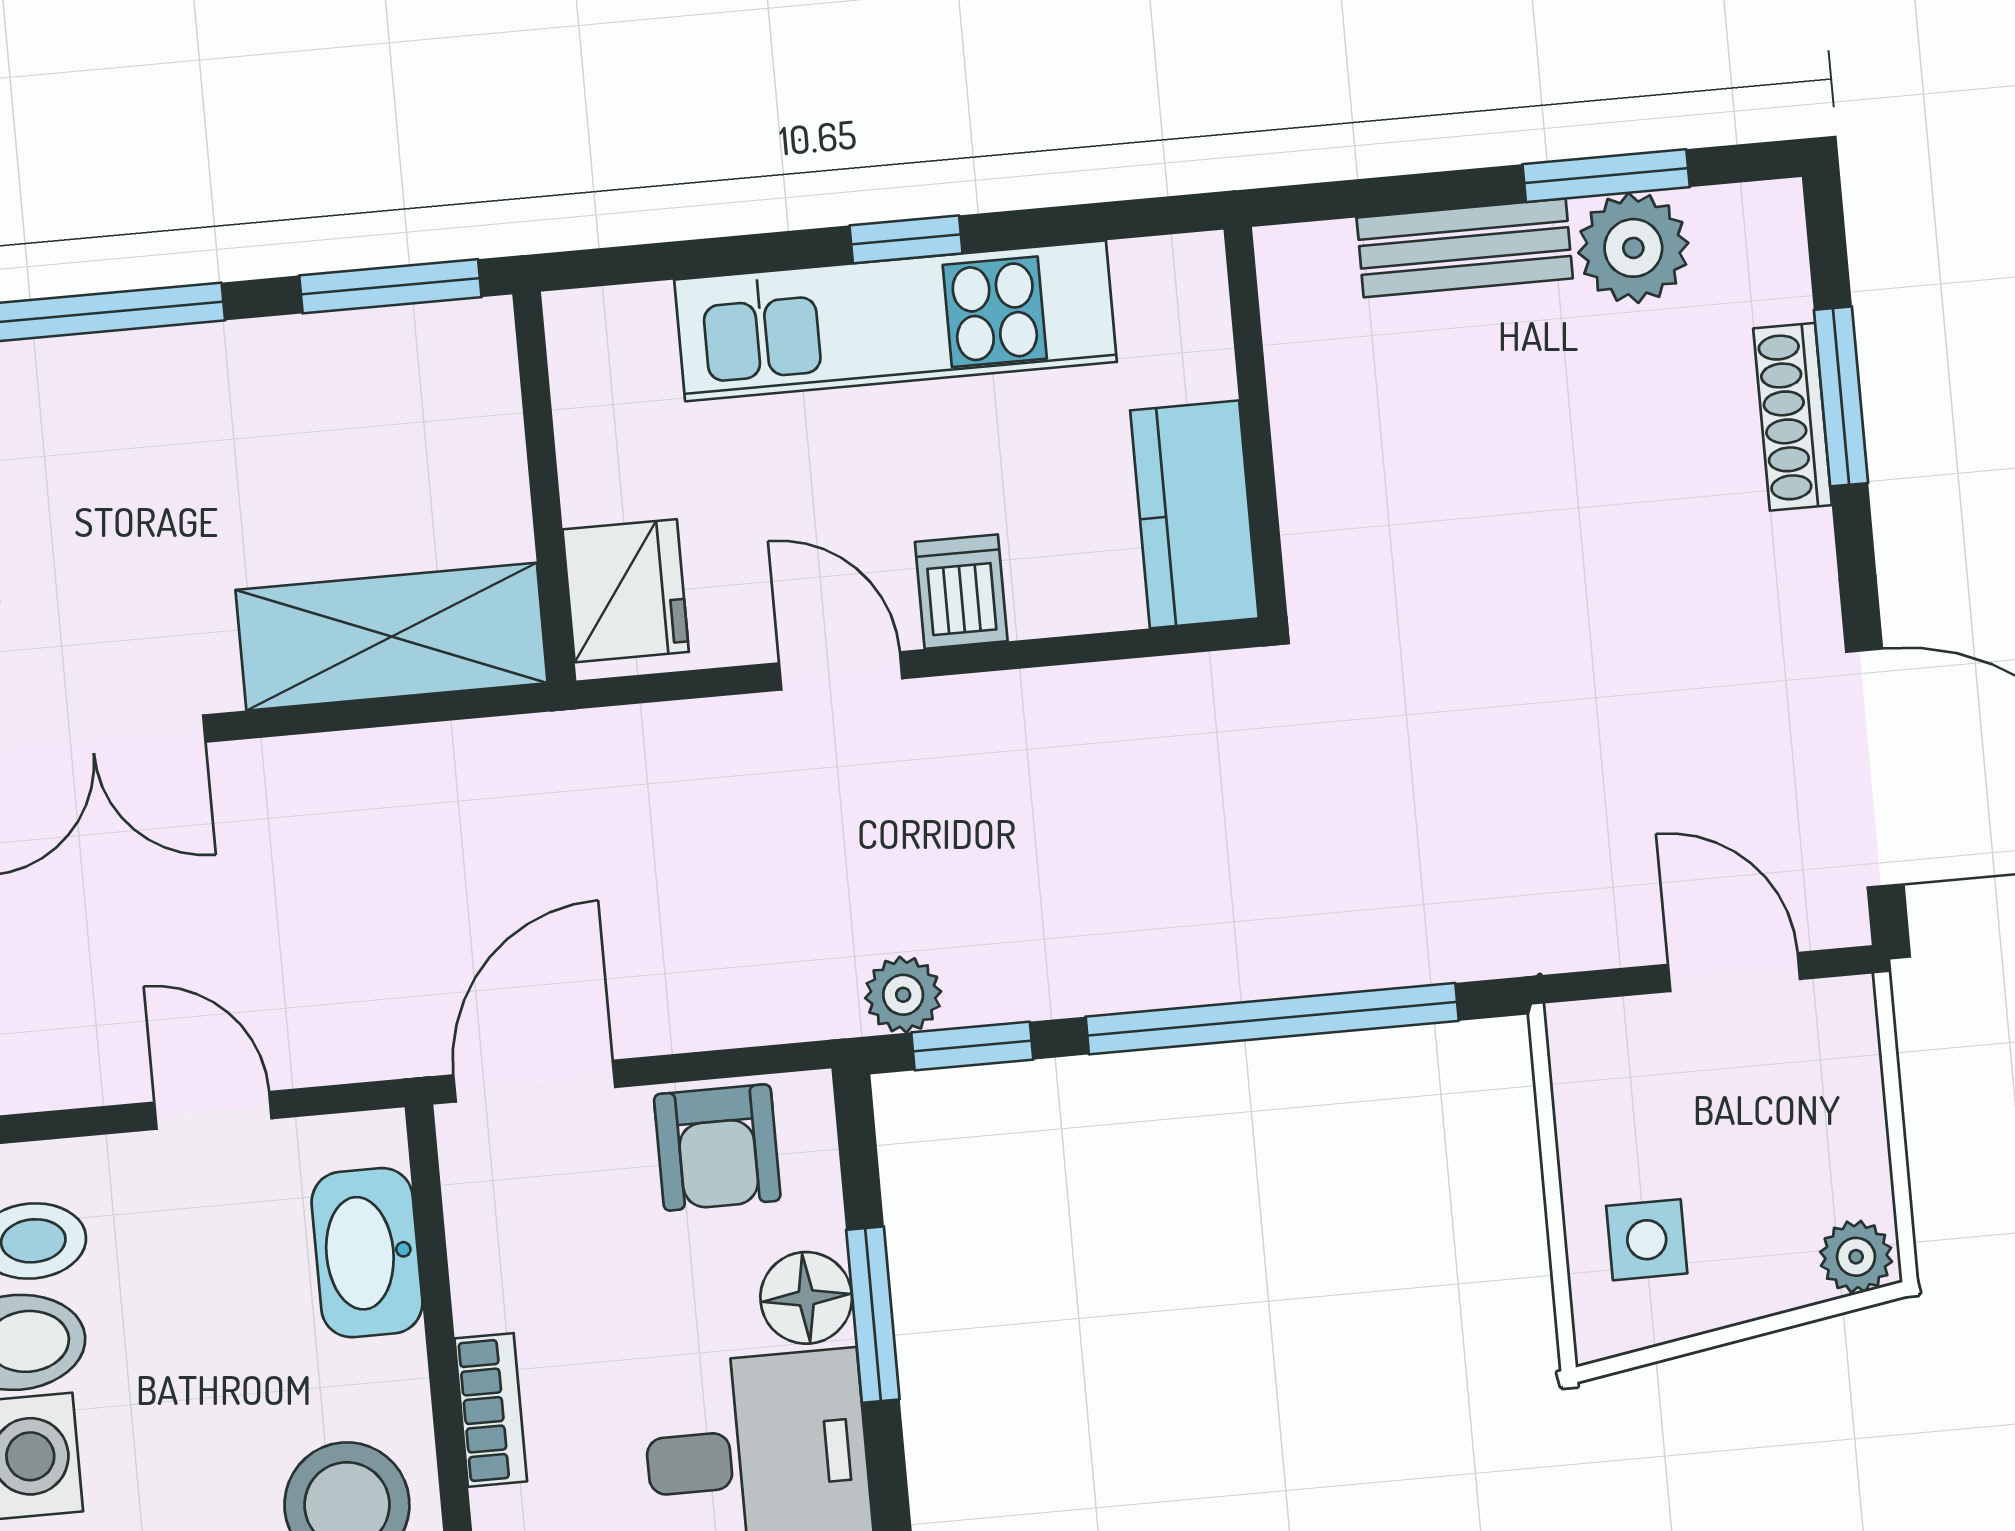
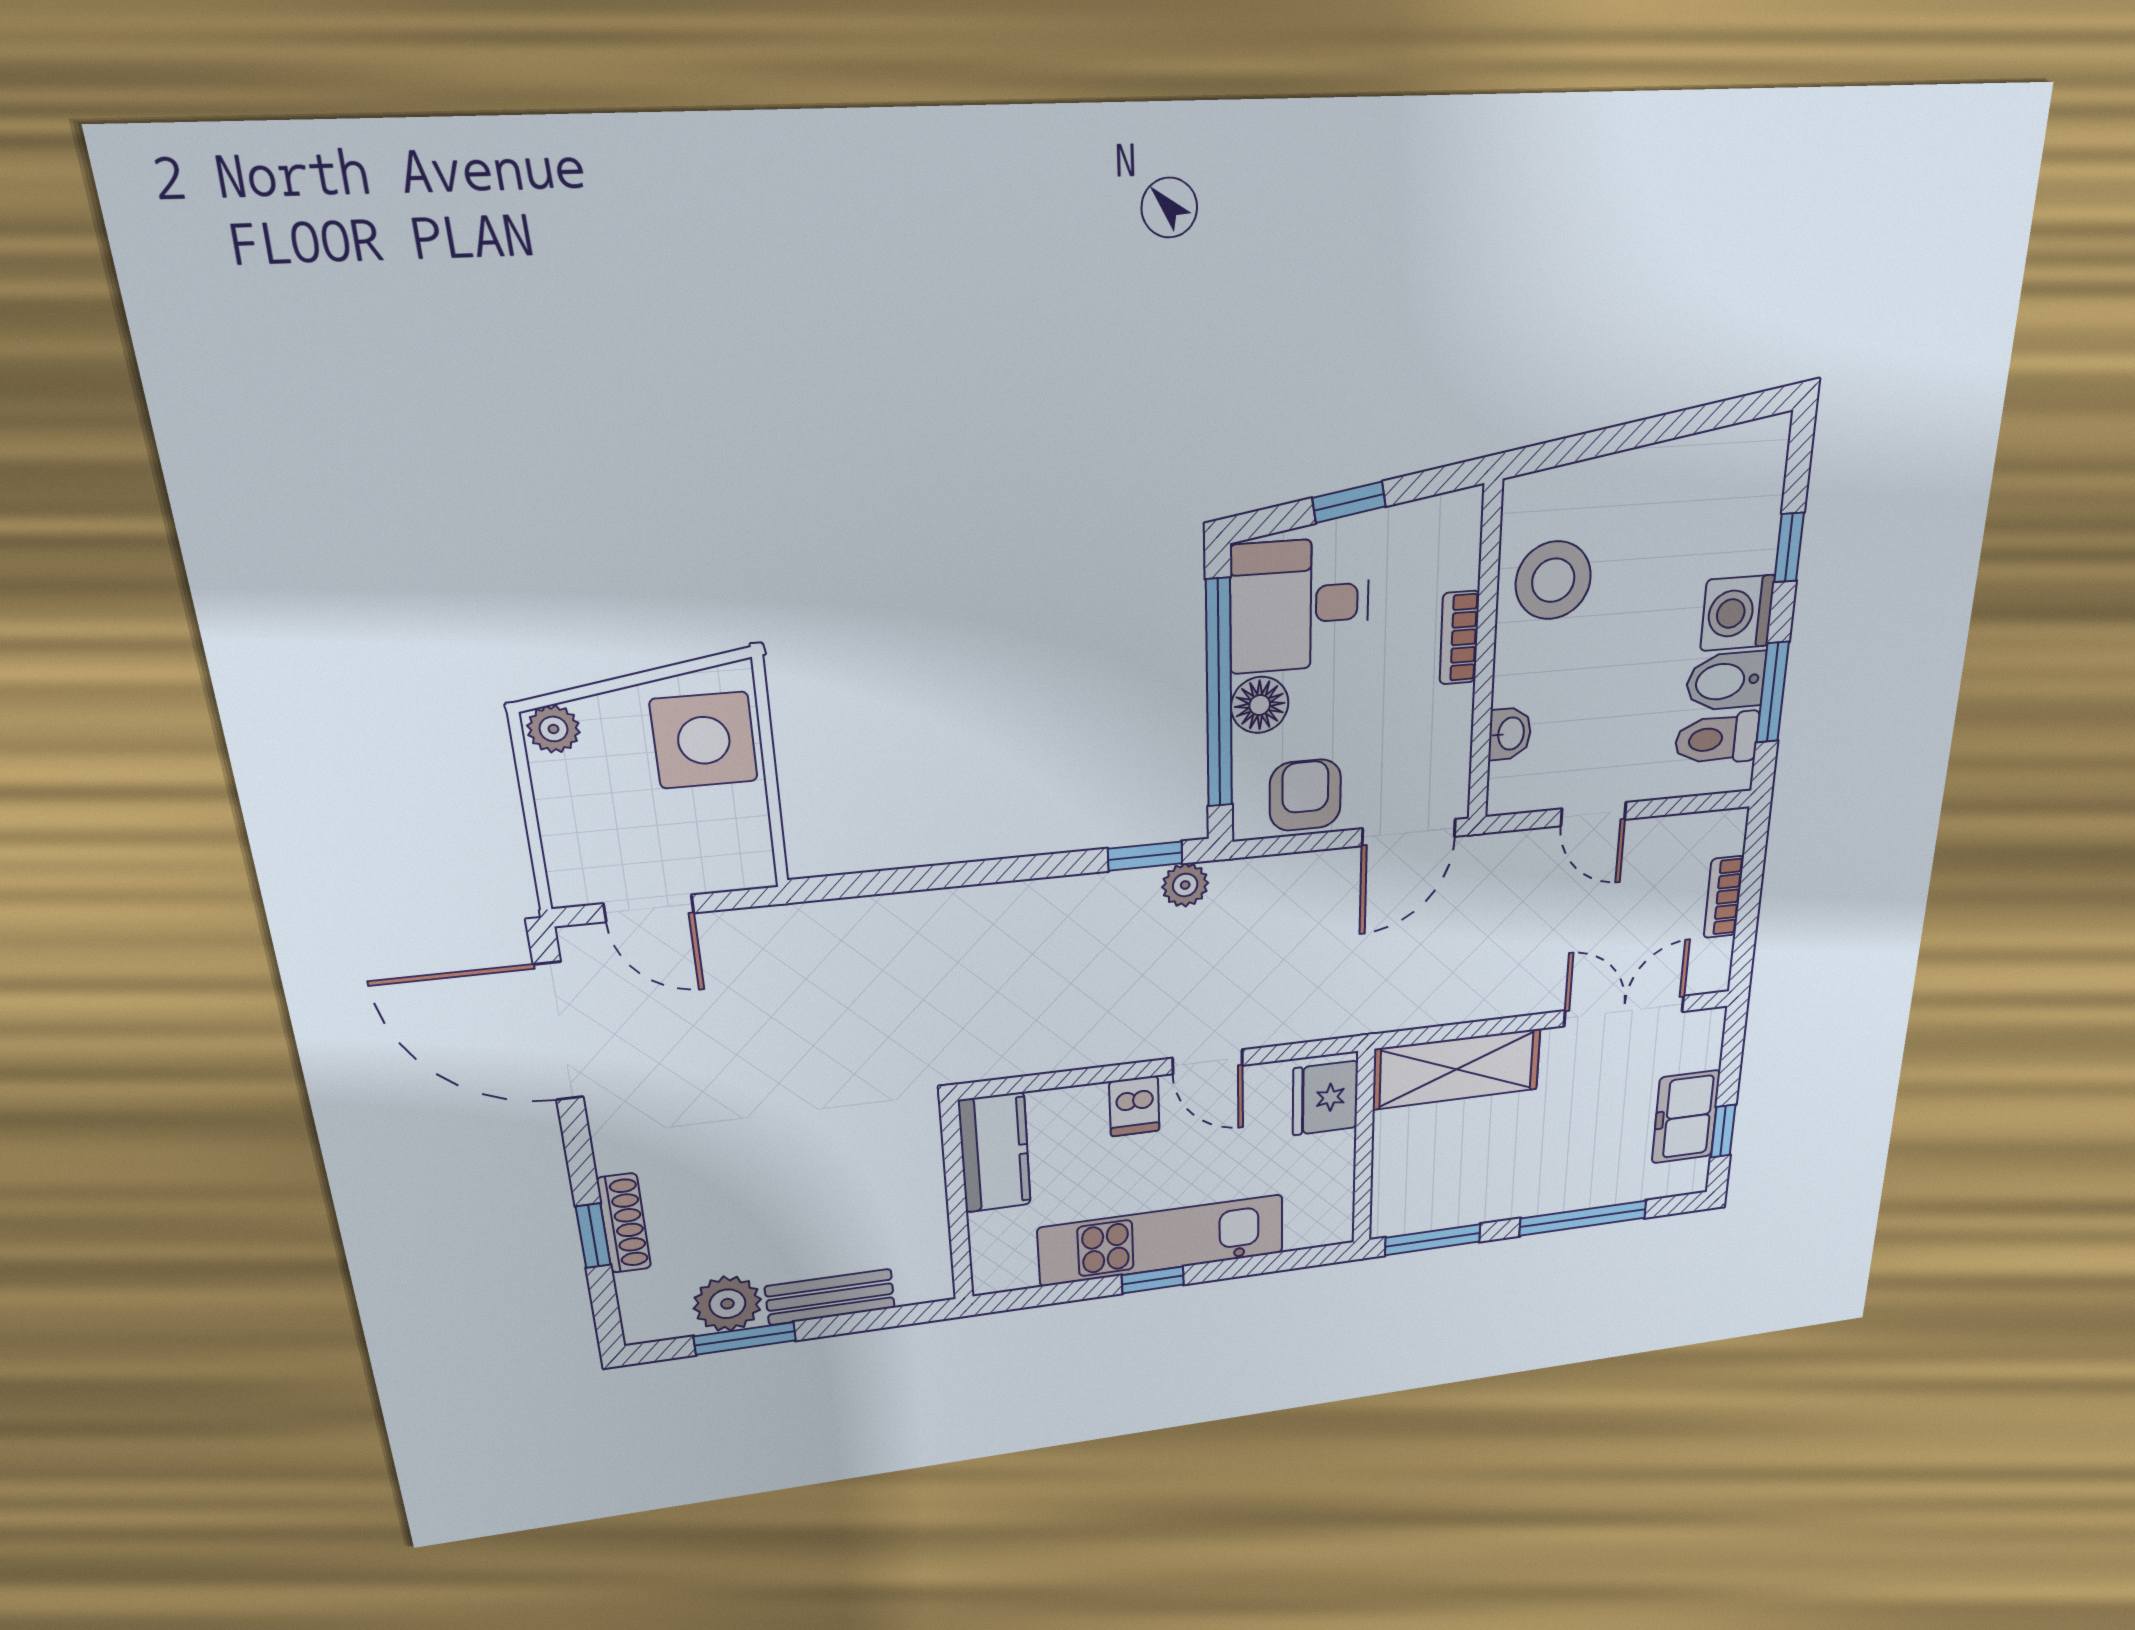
window: (1841, 396) -> (593, 1236), width x0.67
window: (1272, 1019) -> (956, 875), removed
side table: (1647, 1240) -> (704, 740), width x1.87, depth x1.87
washbasin: (367, 1253) -> (1510, 734), width x0.52, depth x0.69
window: (873, 1315) -> (1219, 694), width x2.11

